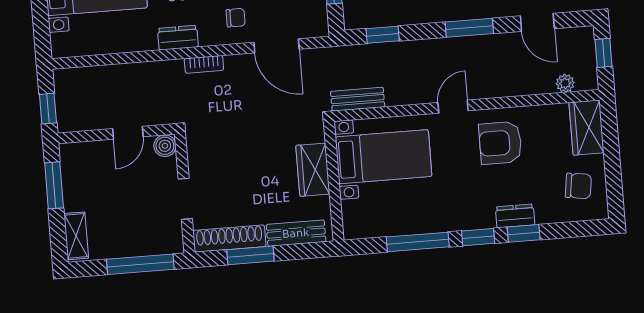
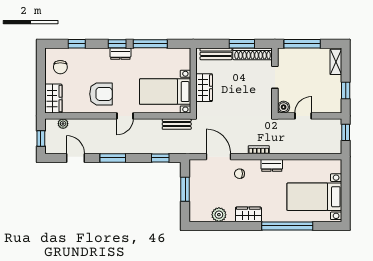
window: (54, 185) -> (346, 90), width x0.67
chair: (578, 186) -> (60, 67), turned -98
dresser: (515, 216) -> (120, 54), moved
window: (524, 233) -> (77, 44), moved

